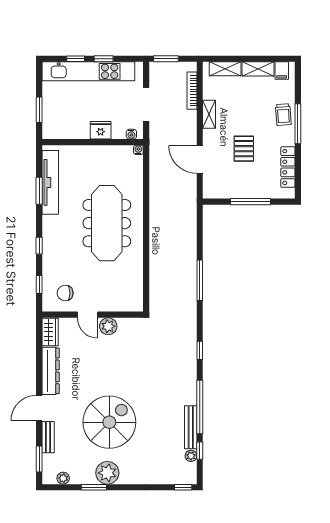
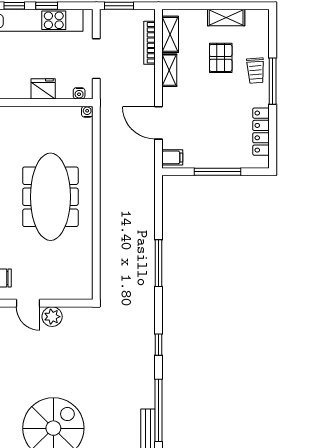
shelving: (225, 69) -> (170, 34), moved, turned 90
filing cabinet: (282, 71) -> (172, 157), moved, turned -90
pallet: (244, 149) -> (221, 58), moved

